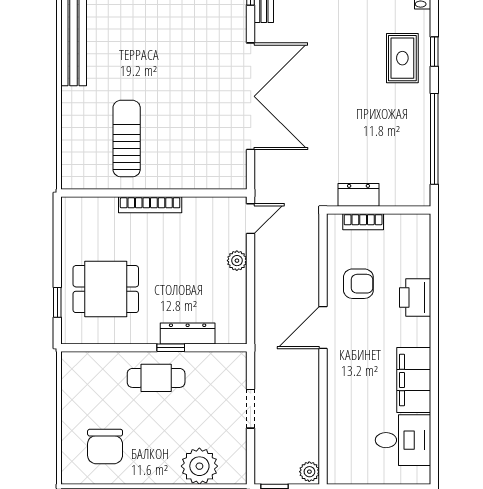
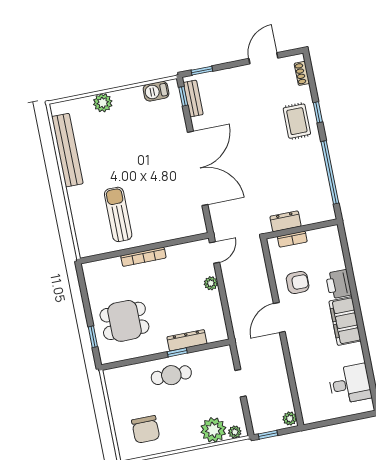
filing cabinet: (414, 380) -> (345, 321), moved
plant: (229, 475) -> (235, 432), added

